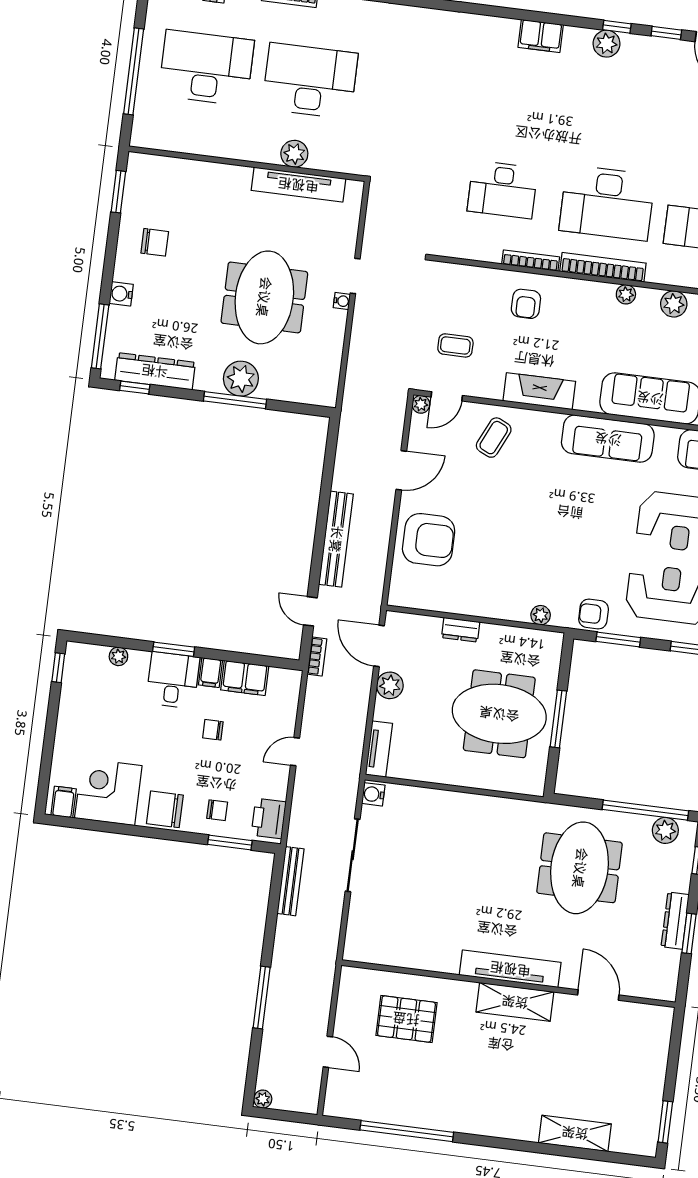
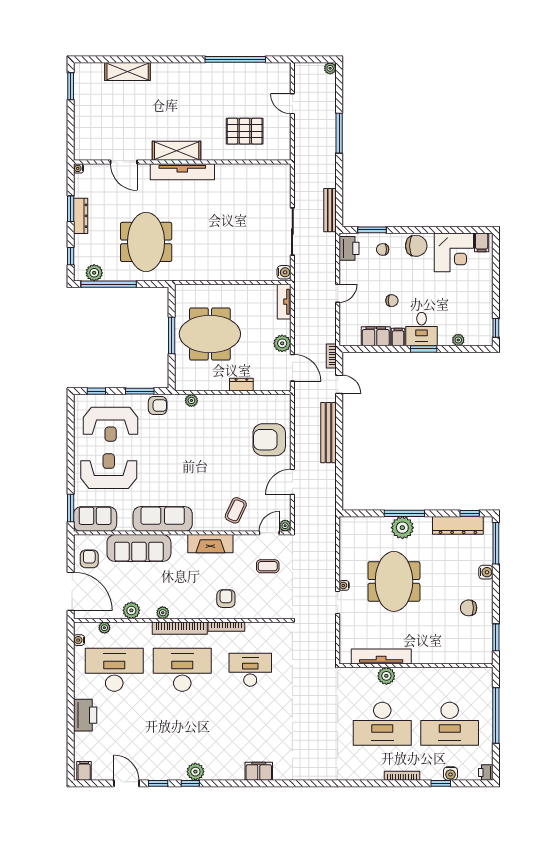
filing cabinet: (541, 36) -> (259, 771), moved
water cooler: (669, 994) -> (79, 168), added

